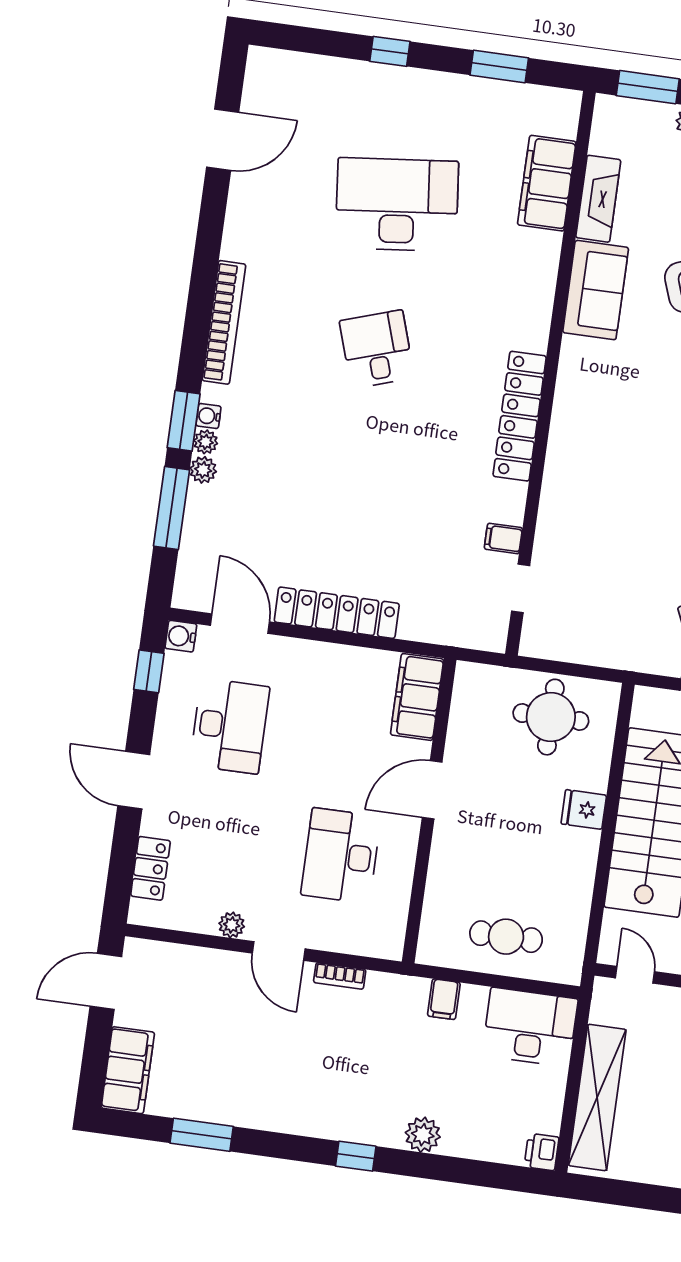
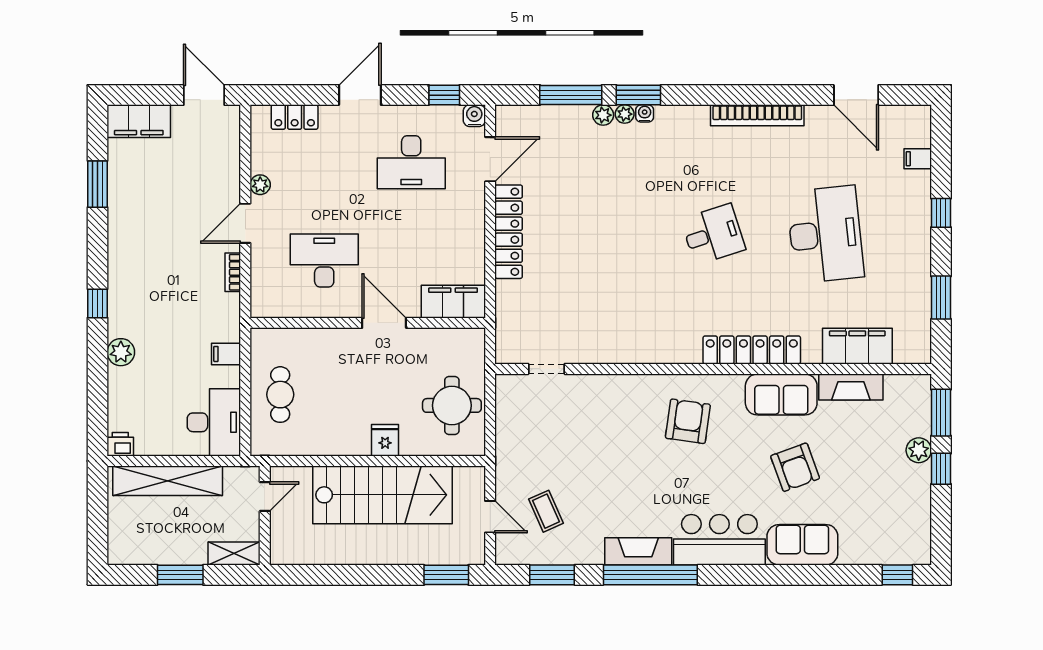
bookcase: (224, 322) -> (757, 115), moved
armchair: (613, 415) -> (688, 421), added
locker: (520, 416) -> (752, 350), moved
filing cabinet: (503, 538) -> (918, 159), moved, turned -90

